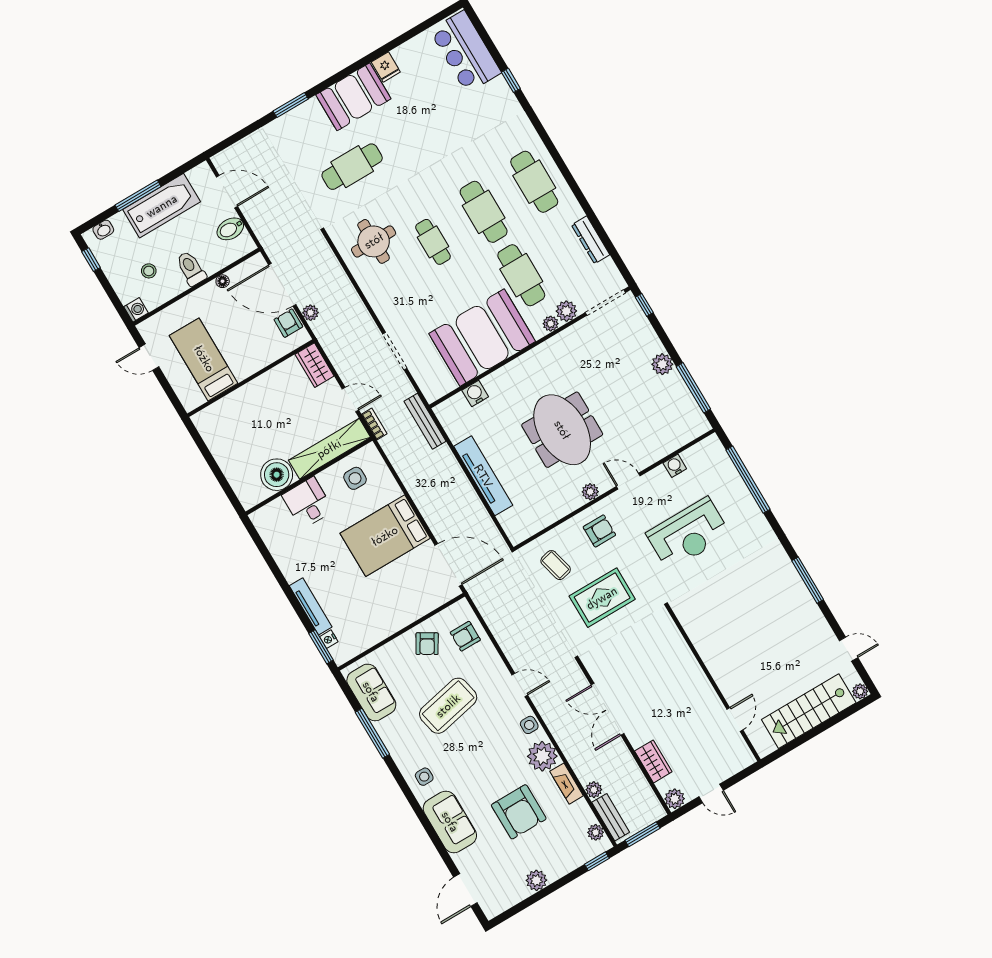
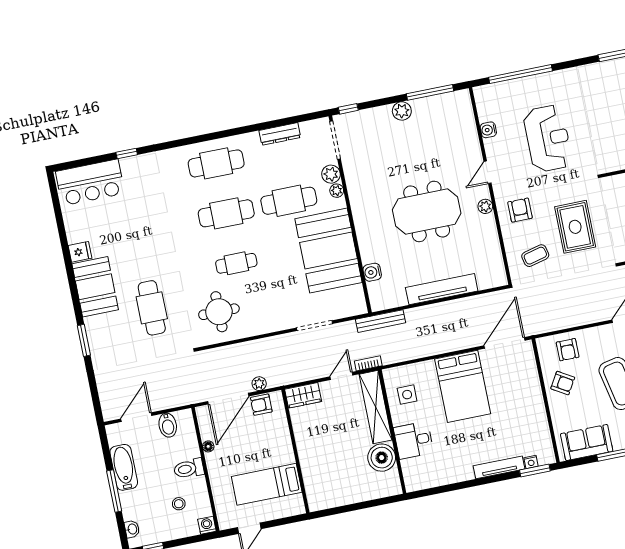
bathtub: (162, 206) -> (124, 467), width x0.73, depth x0.73

